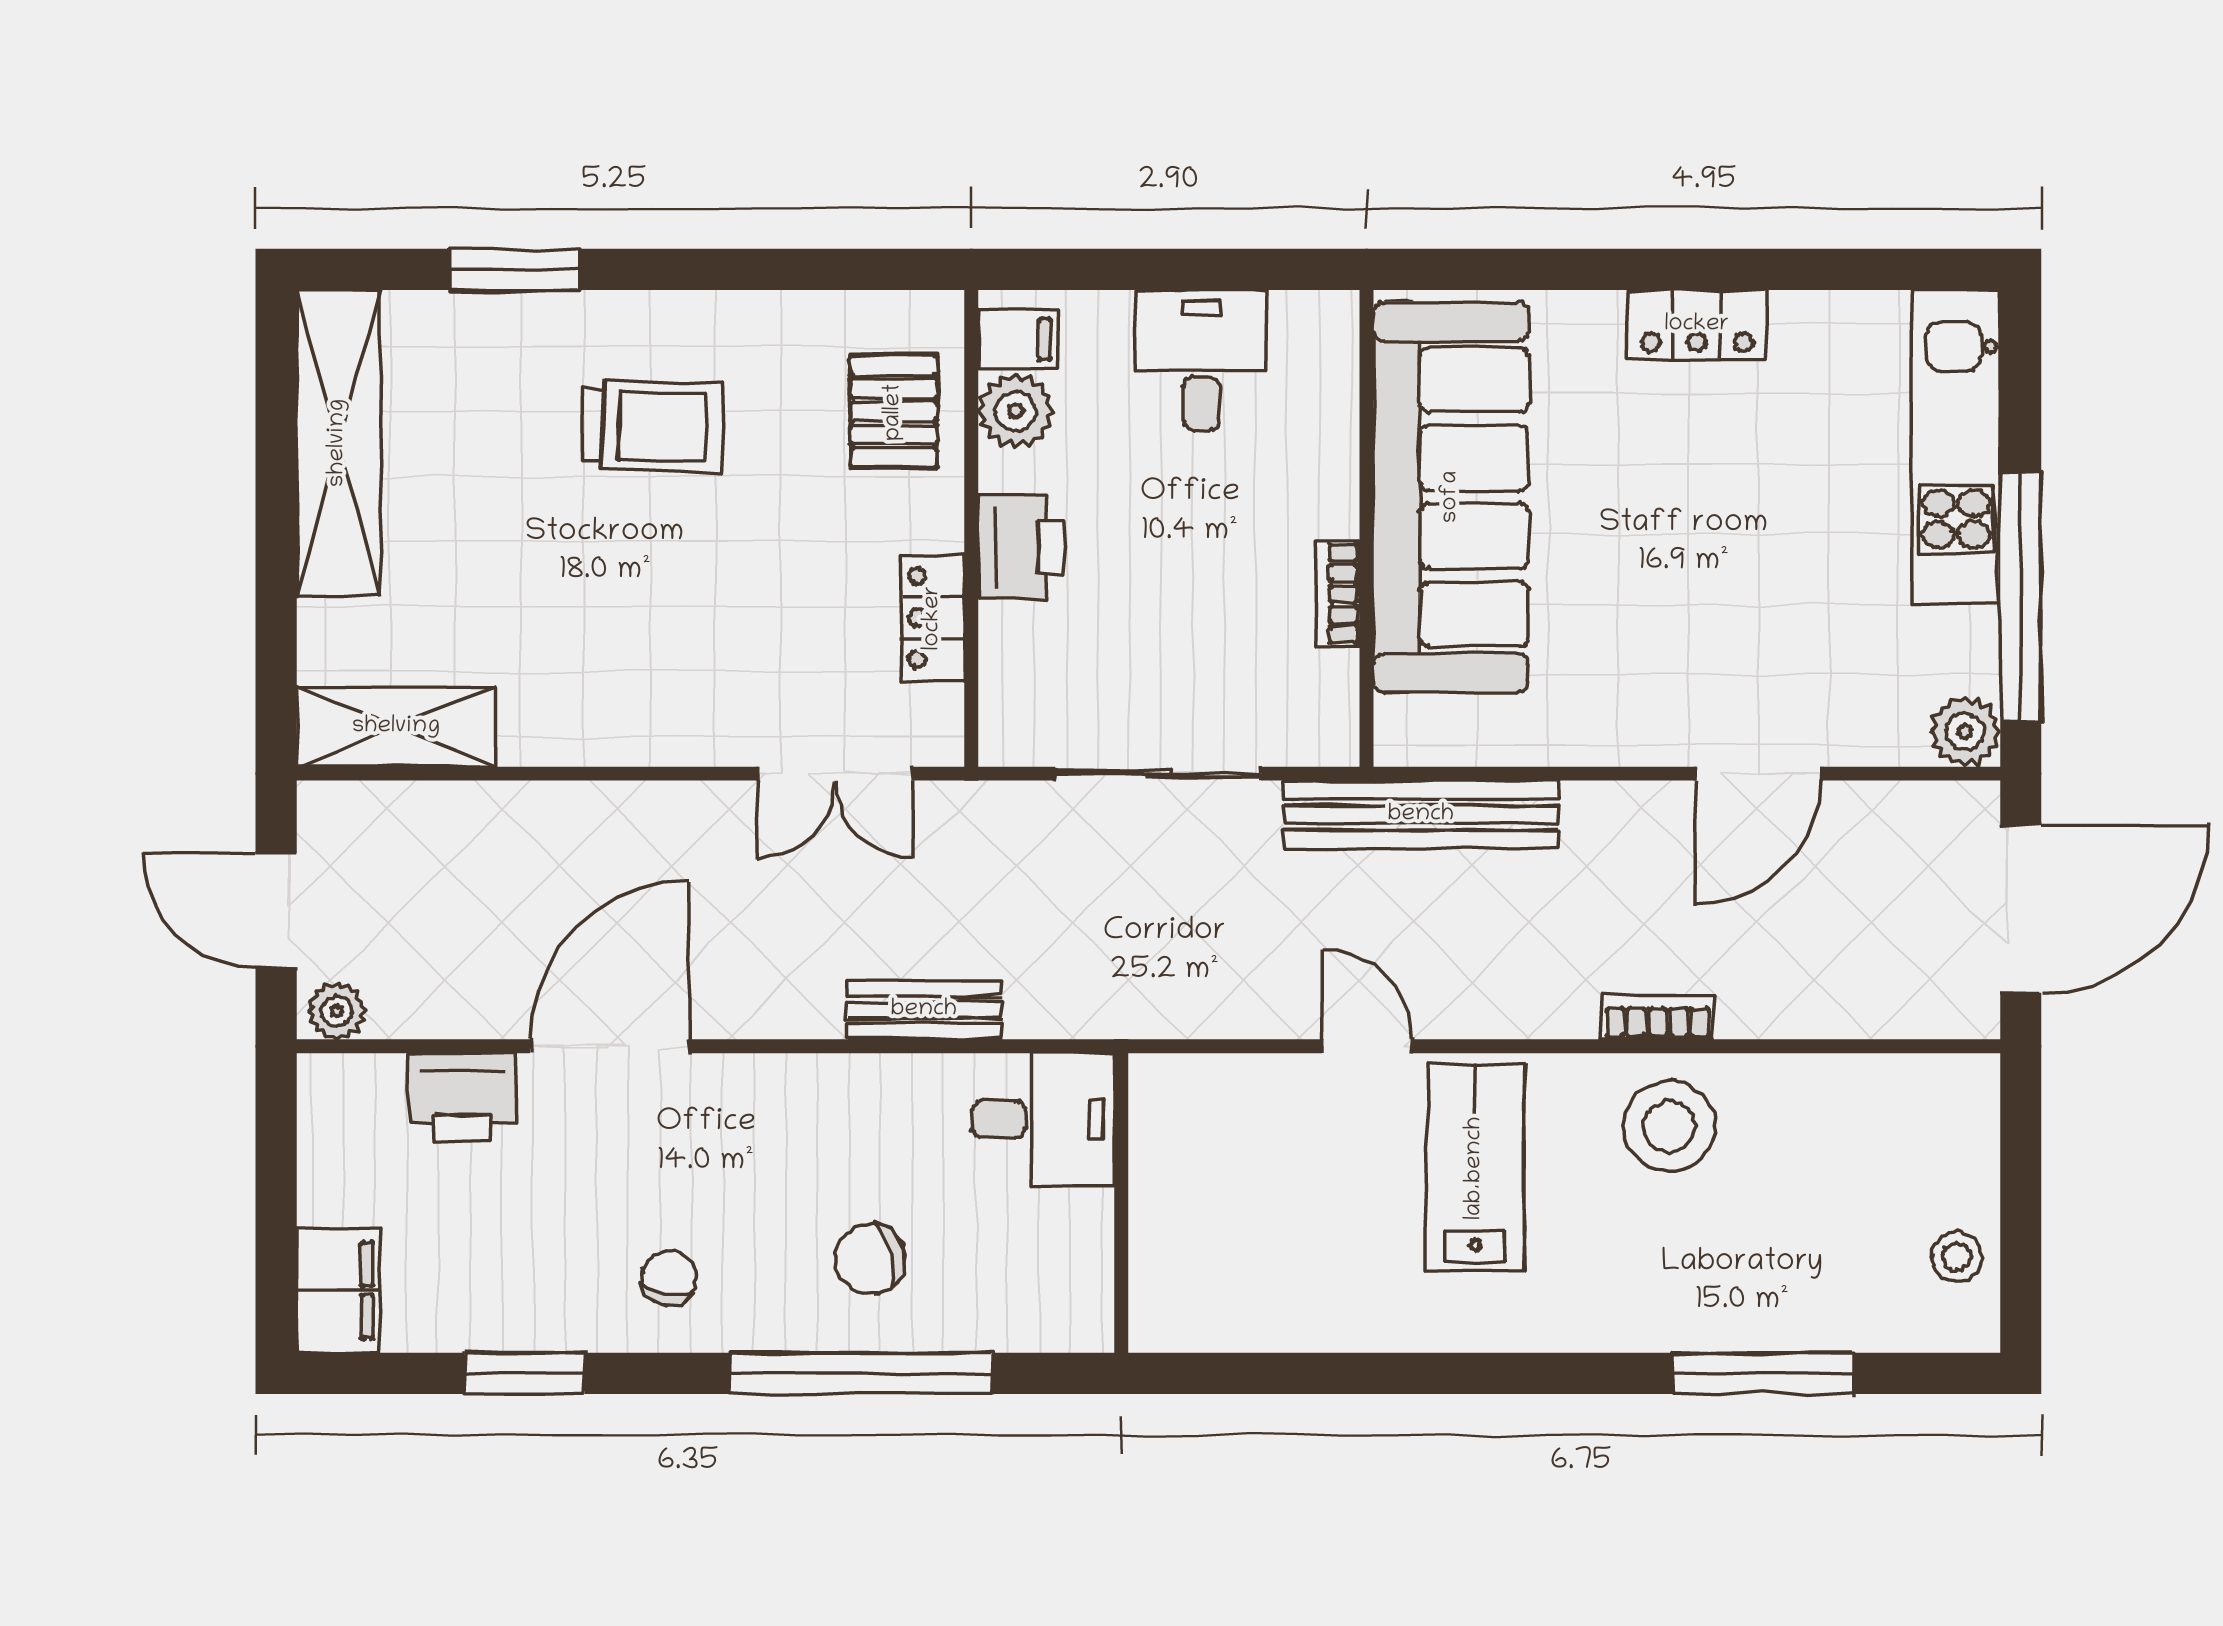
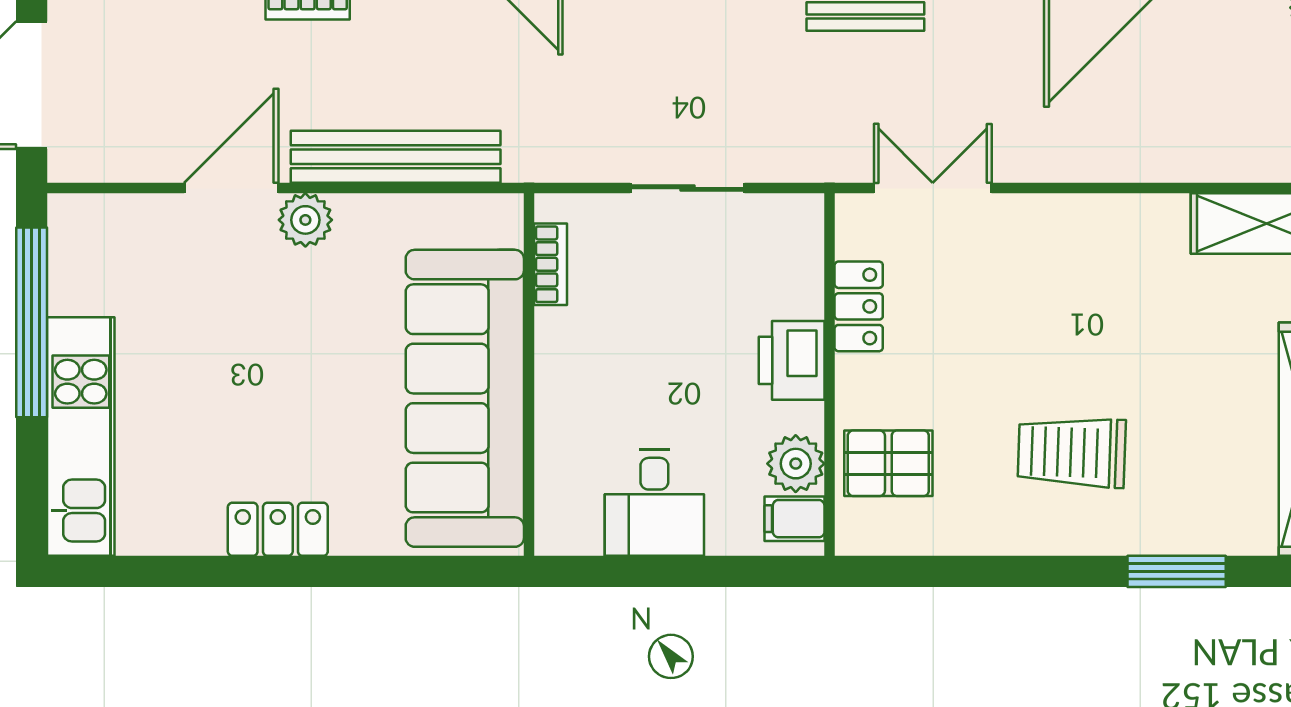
pallet: (894, 412) -> (888, 463), turned 90
bookcase: (1338, 594) -> (550, 264), moved
plant: (1965, 732) -> (305, 220), moved
sliding door: (1158, 774) -> (687, 188), width x0.73
bench: (1421, 815) -> (396, 157), moved

